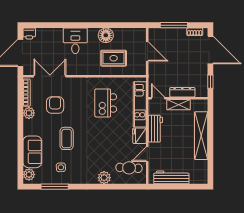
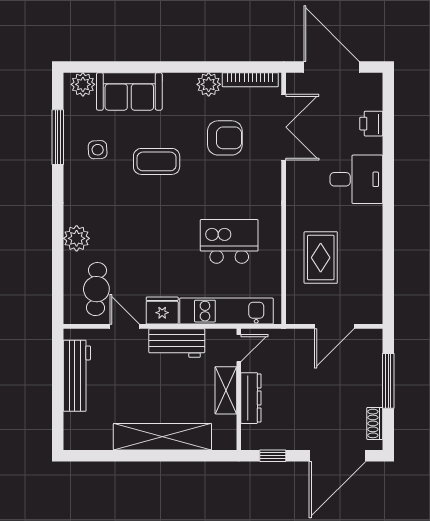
printer: (29, 33) -> (371, 124), moved
floor lamp: (106, 35) -> (367, 242), removed

